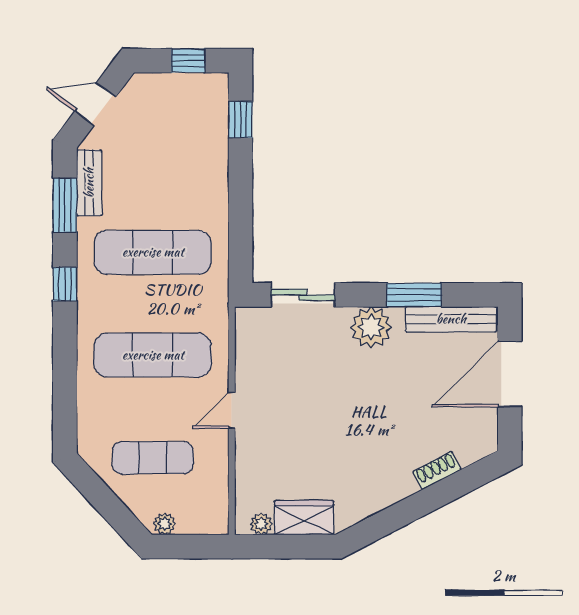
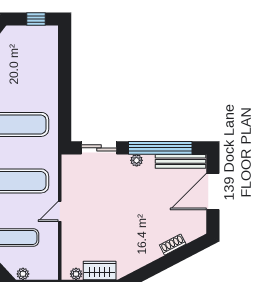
window: (240, 120) -> (65, 52), removed
window: (414, 295) -> (160, 148), width x2.11
plant: (371, 327) -> (137, 160), width x0.53, depth x0.53

